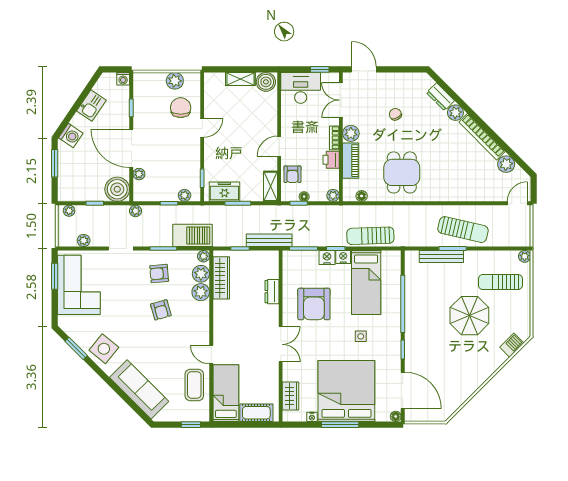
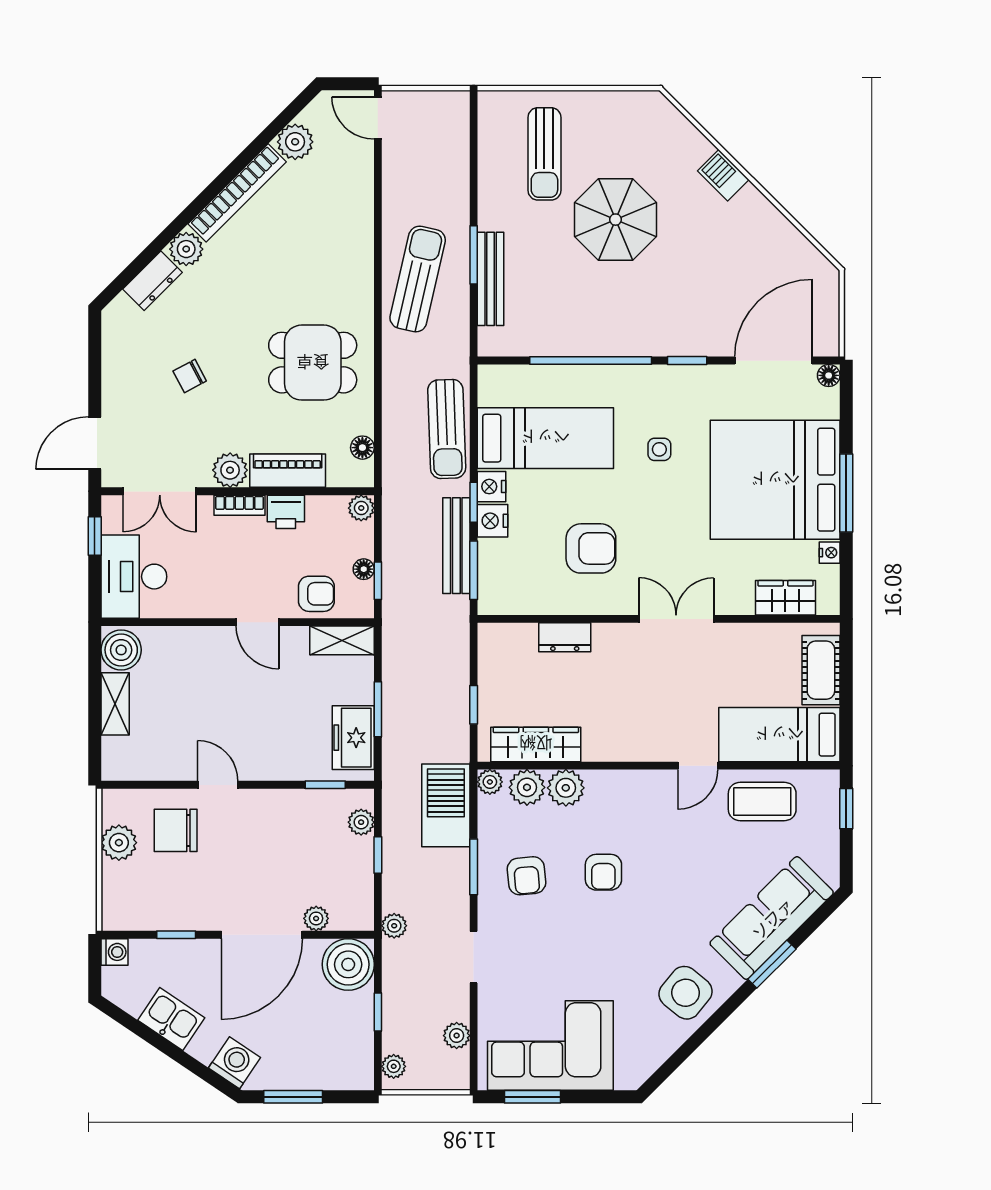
sun lounger: (463, 230) -> (418, 279), moved
bench: (269, 240) -> (456, 546), moved
plant: (525, 256) -> (490, 103), removed
armchair: (314, 304) -> (591, 548), width x0.73, depth x0.73
armchair: (161, 310) -> (603, 872), turned 106
barbecue: (512, 345) -> (723, 175), moved
window: (76, 348) -> (772, 964), moved

